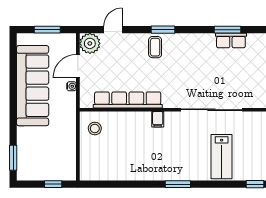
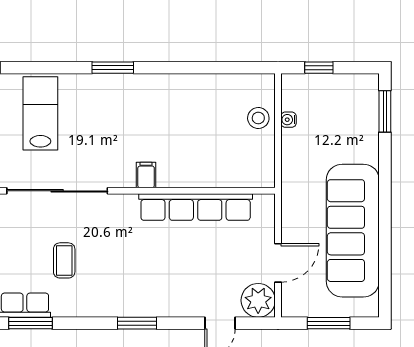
coffee table: (155, 47) -> (64, 260), moved
water cooler: (72, 86) -> (288, 120), moved
stool: (95, 128) -> (258, 118), moved

